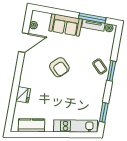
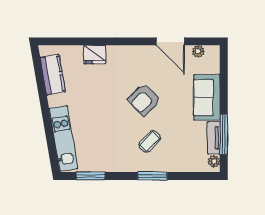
coffee table: (100, 67) -> (150, 141), moved

